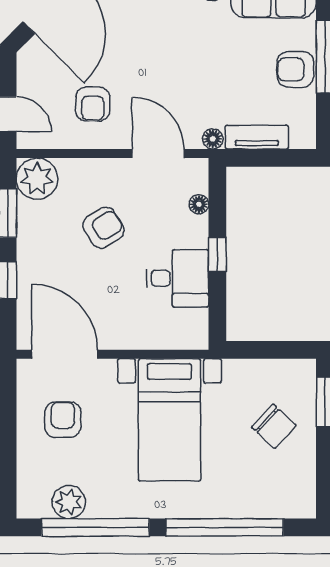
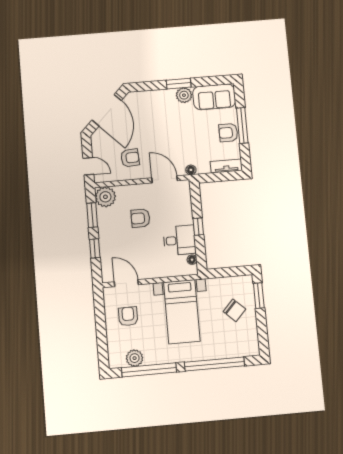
armchair: (93, 104) -> (130, 158), turned -93
tv unit: (257, 137) -> (226, 166), moved
floor lamp: (199, 204) -> (192, 260), moved
armchair: (103, 228) -> (140, 218), turned -148
door: (65, 354) -> (126, 283), width x0.73

